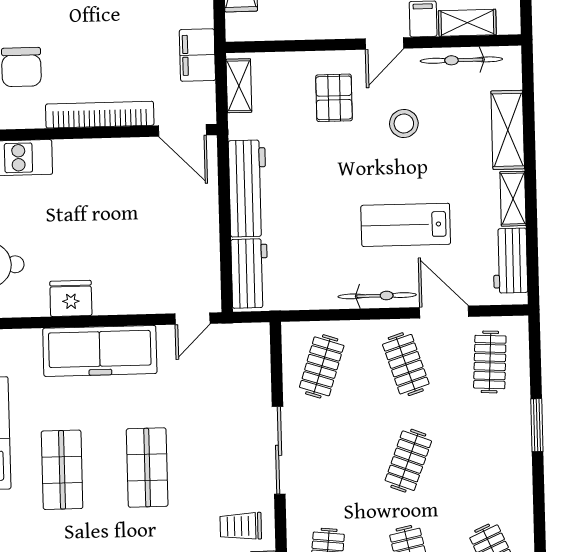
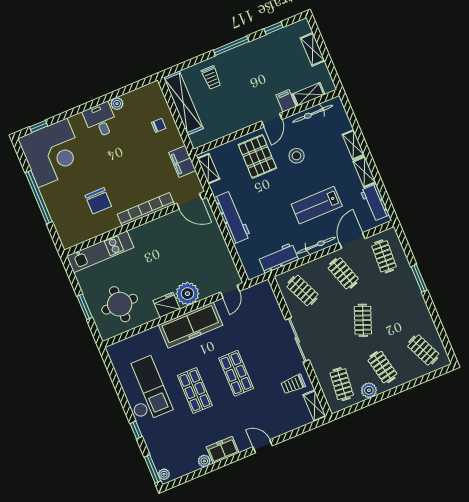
pallet: (334, 98) -> (257, 156), width x1.50, depth x1.42
shelving: (508, 130) -> (353, 145), width x0.67, depth x0.75
workbench: (250, 273) -> (278, 258), moved, turned -90
plant: (116, 293) -> (187, 294), added
door: (444, 312) -> (352, 241), hinge flipped
clothes rail: (322, 366) -> (302, 290), turned -42

